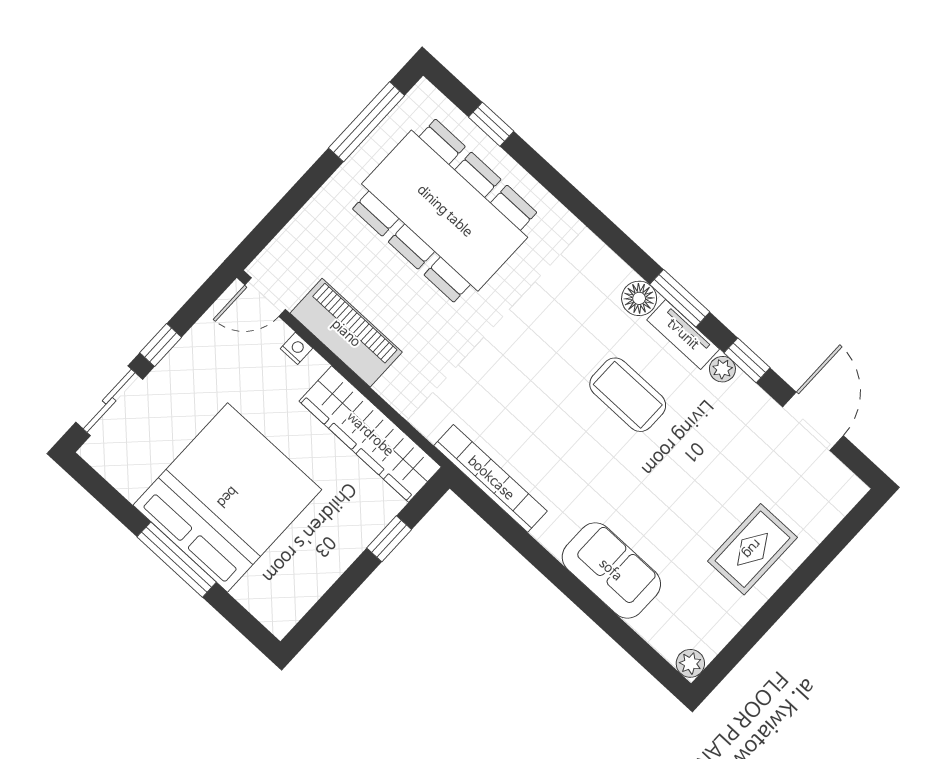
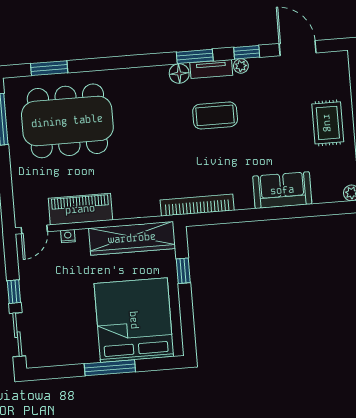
window: (491, 124) -> (49, 68), width x1.50
bed: (227, 497) -> (134, 320), moved

